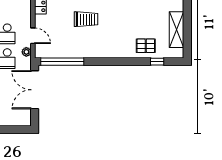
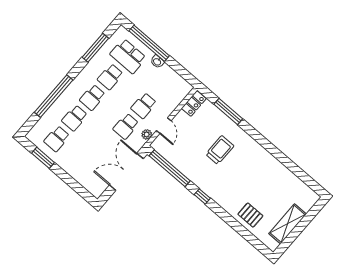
trolley: (86, 19) -> (220, 150), turned -90
window: (157, 62) -> (202, 196), moved

